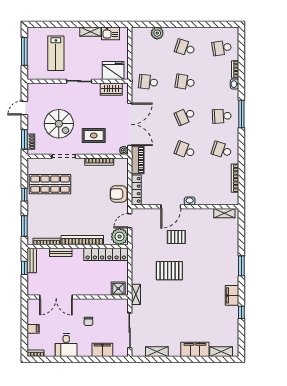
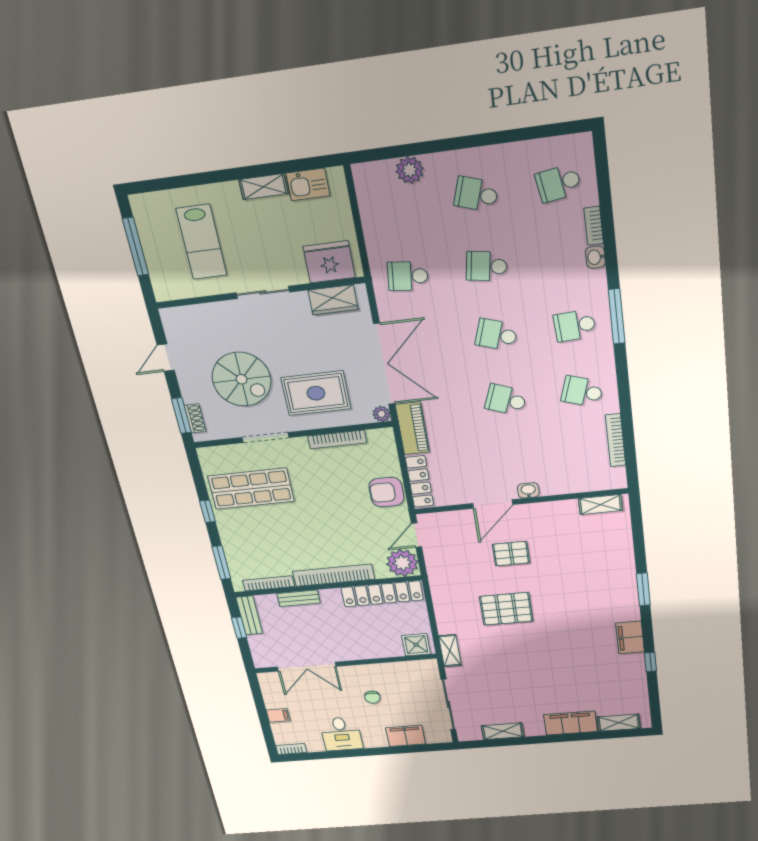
school desk: (185, 116) -> (496, 335), turned 42
rug: (94, 135) -> (316, 393), width x1.36, depth x1.43

